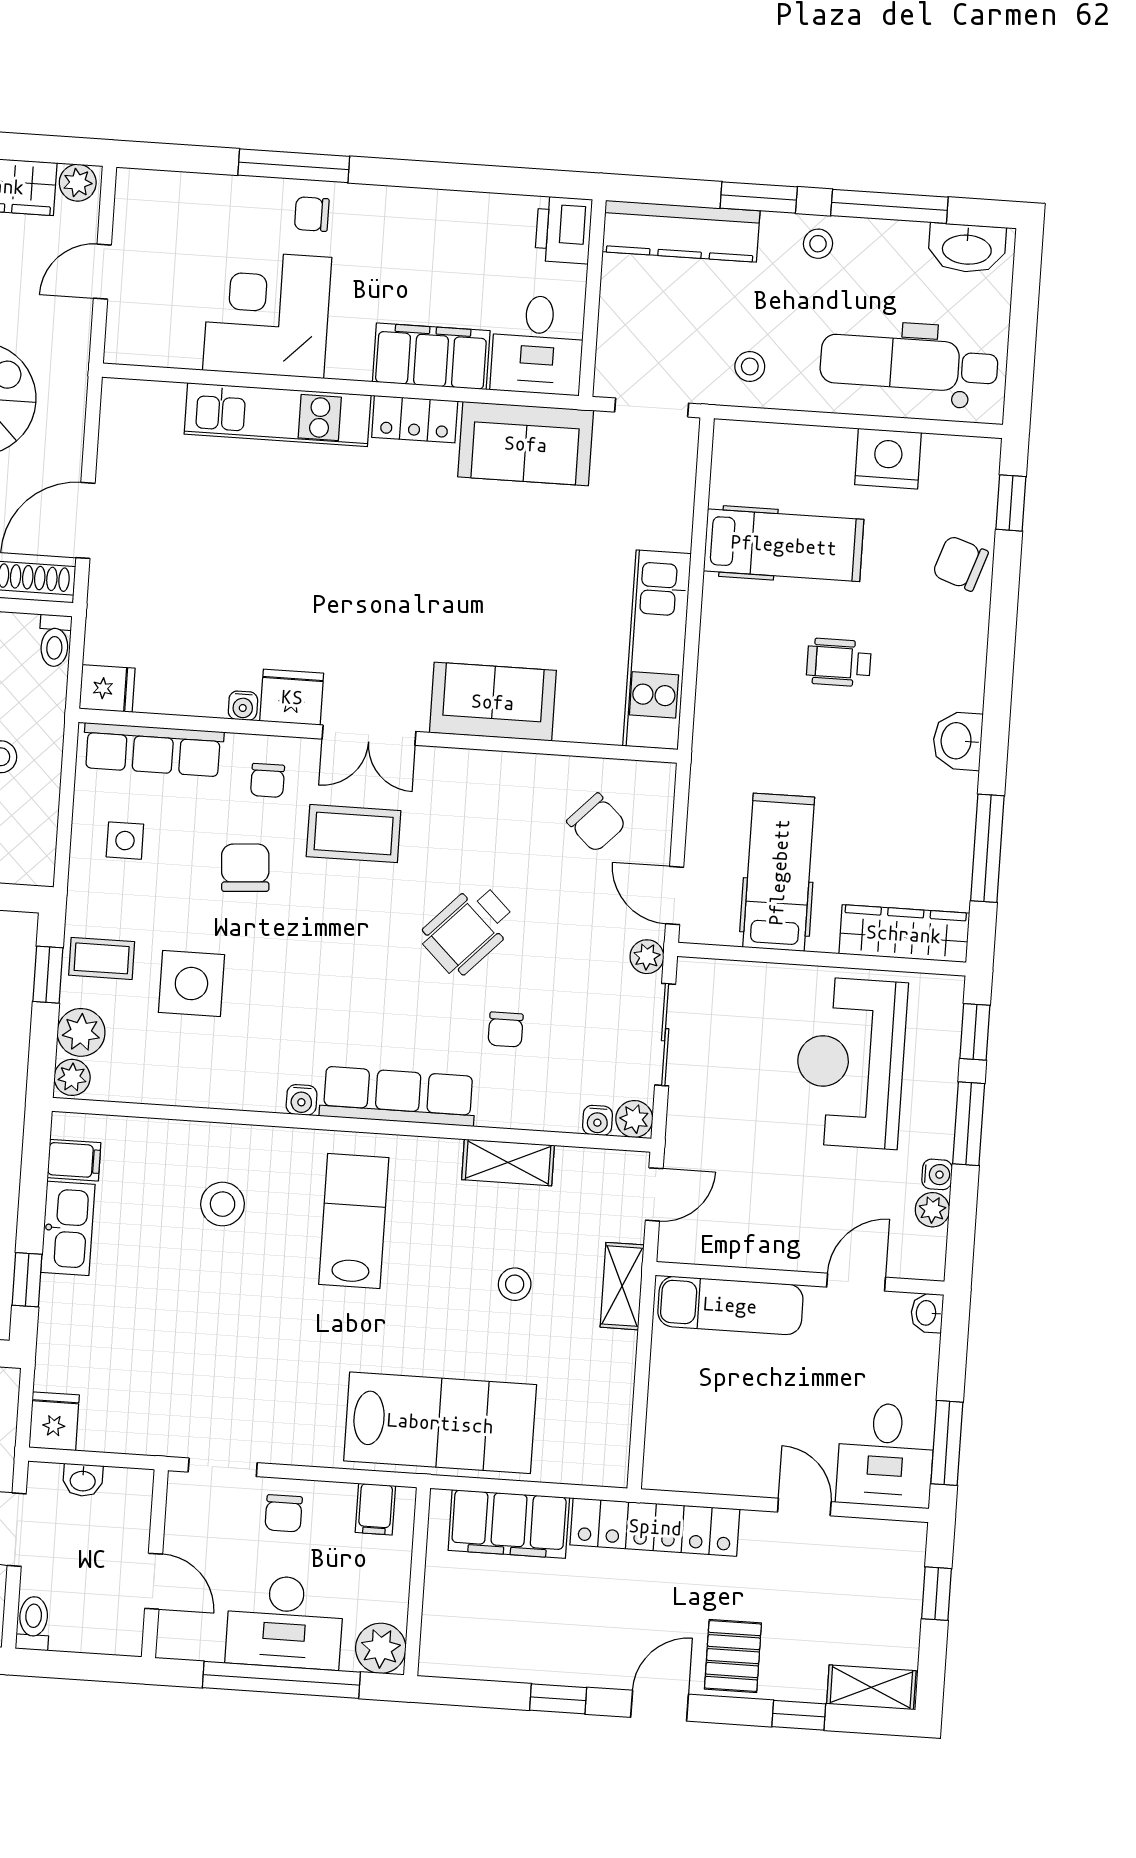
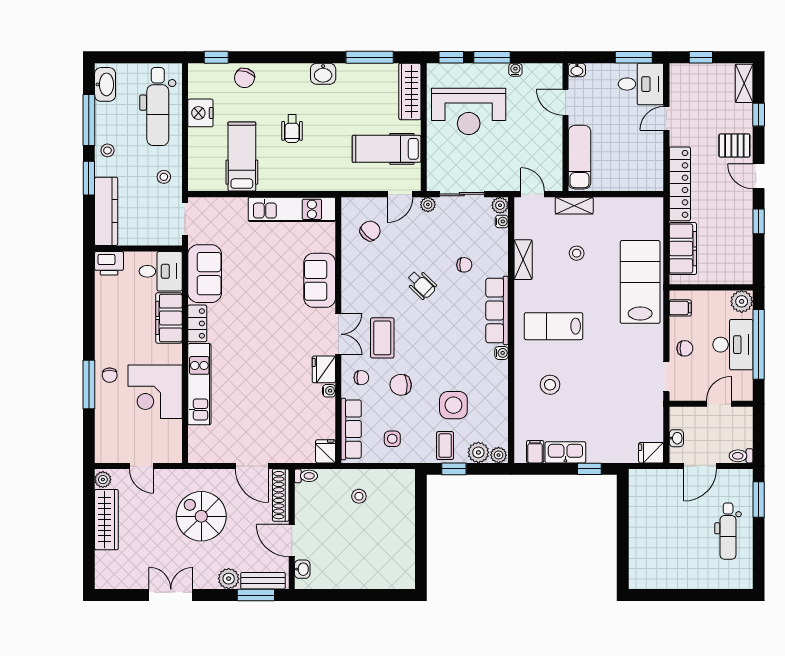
wheelchair: (468, 930) -> (421, 284), width x0.73, depth x0.73
plant: (932, 1210) -> (531, 71), removed

